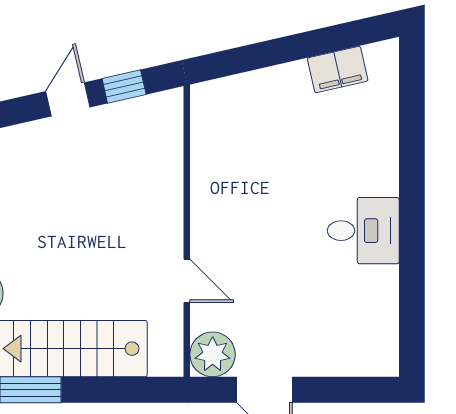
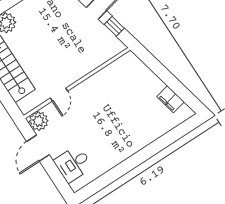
desk: (363, 231) -> (73, 164), moved, turned 90

